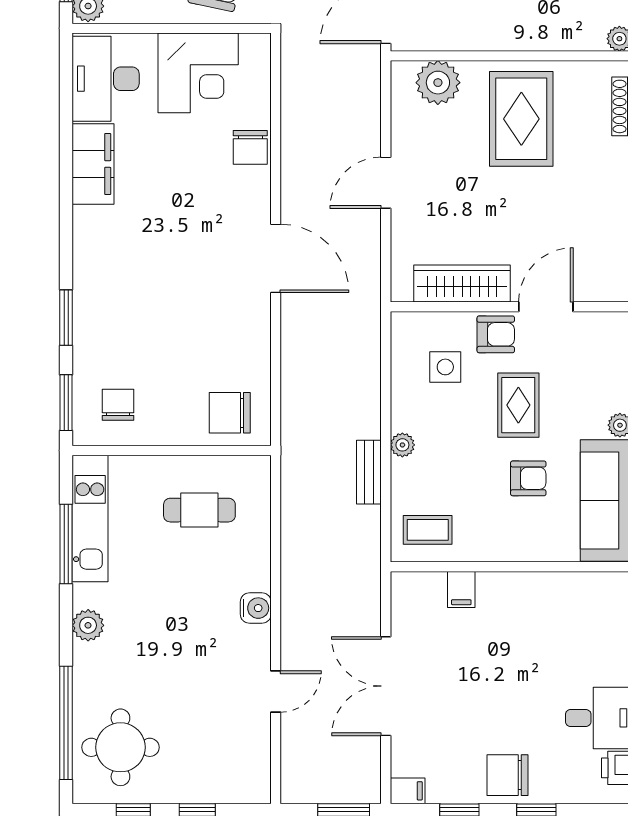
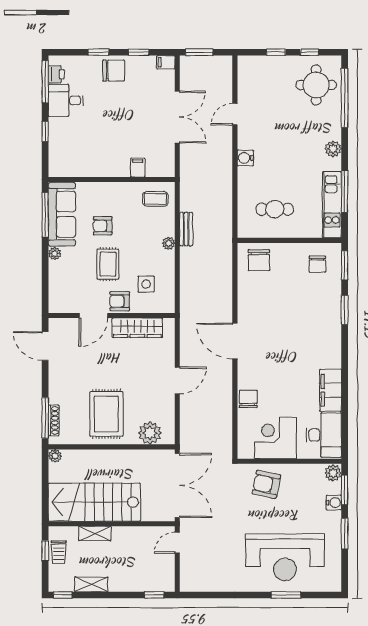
chair: (230, 413) -> (259, 260), turned 90

